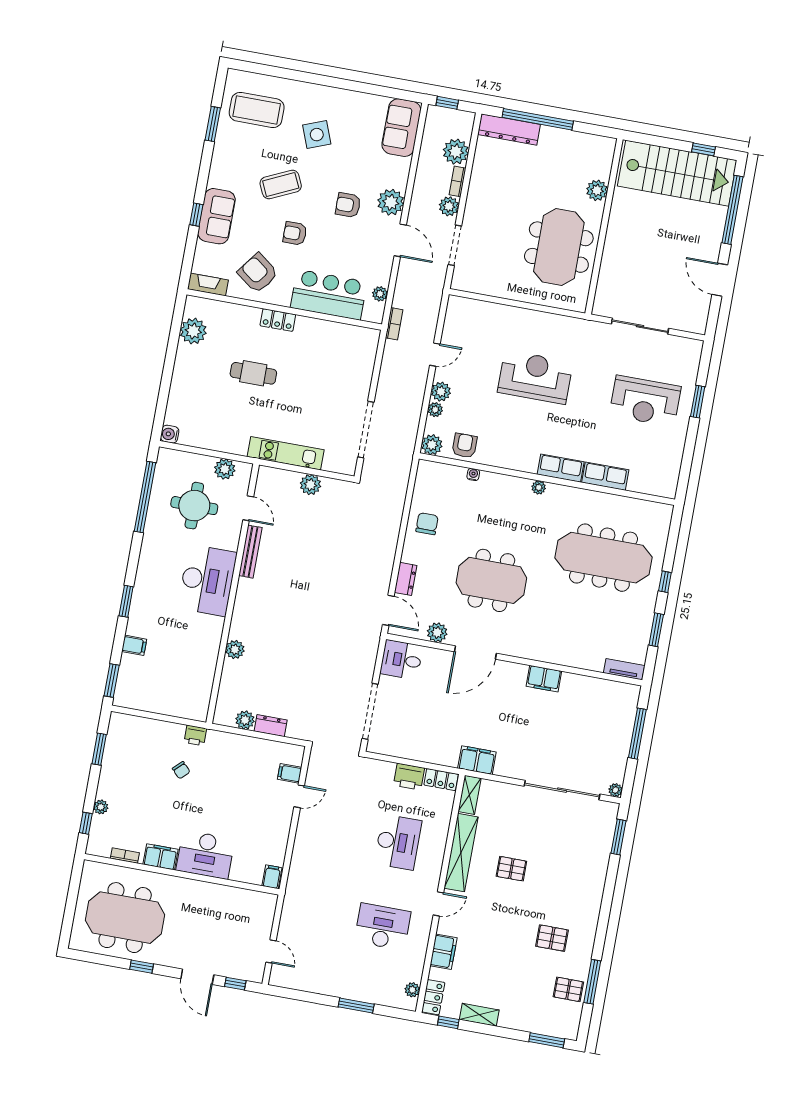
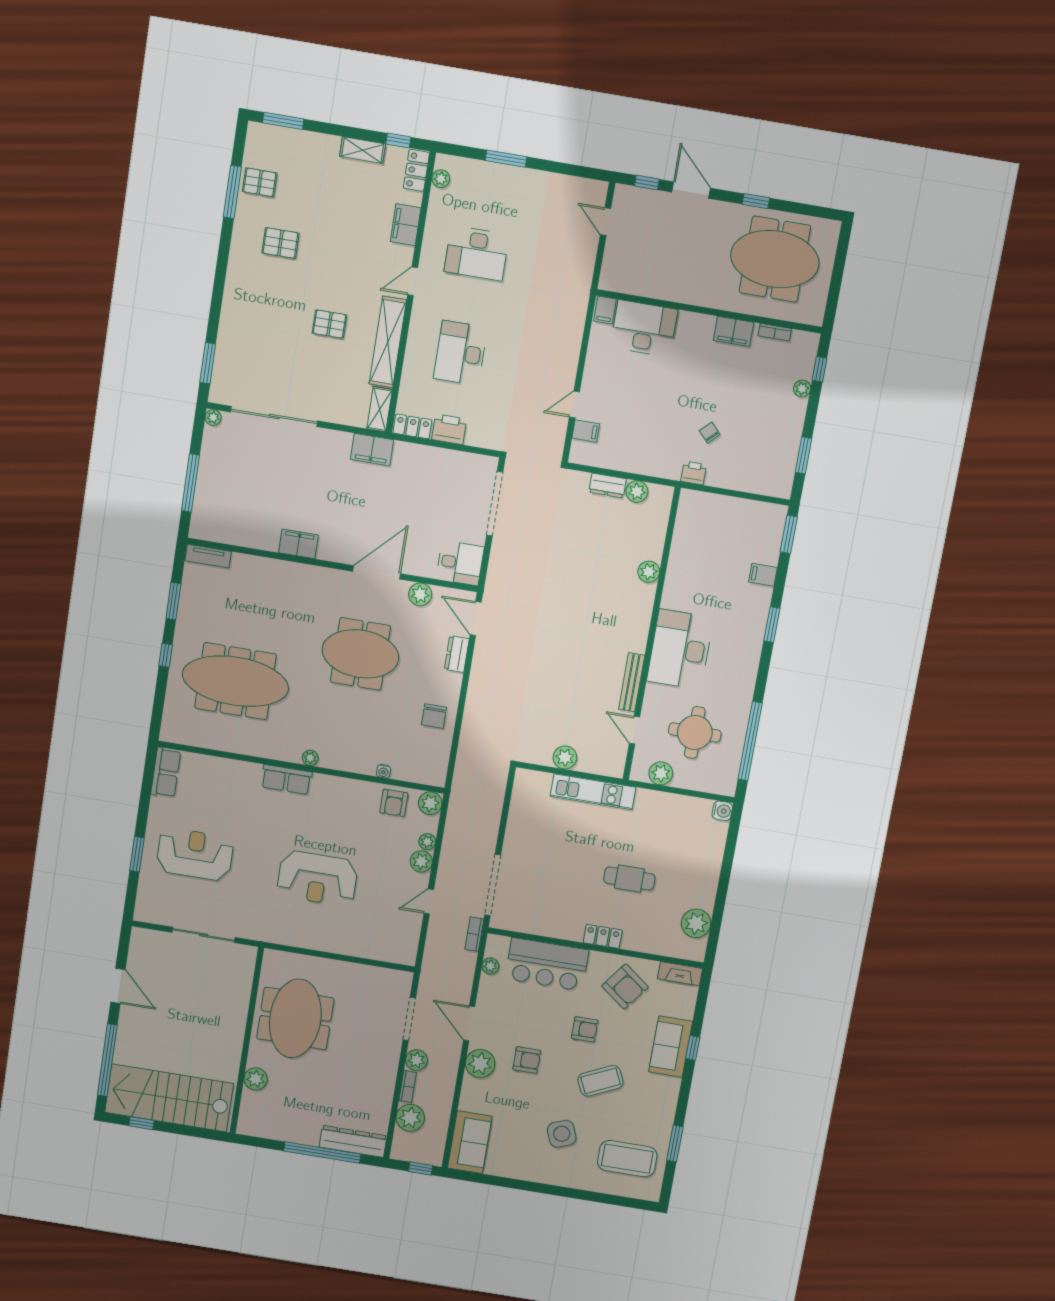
doorway: (366, 430) -> (493, 885), moved
row of seats: (605, 476) -> (166, 772), moved, turned -90
desk: (205, 855) -> (644, 328), moved

